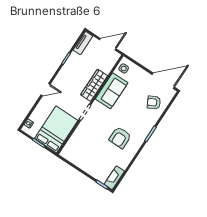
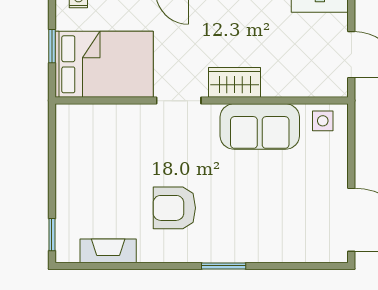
wardrobe: (94, 85) -> (235, 82), width x0.67
armchair: (154, 102) -> (294, 230), removed
fireplace: (114, 178) -> (108, 251), moved

